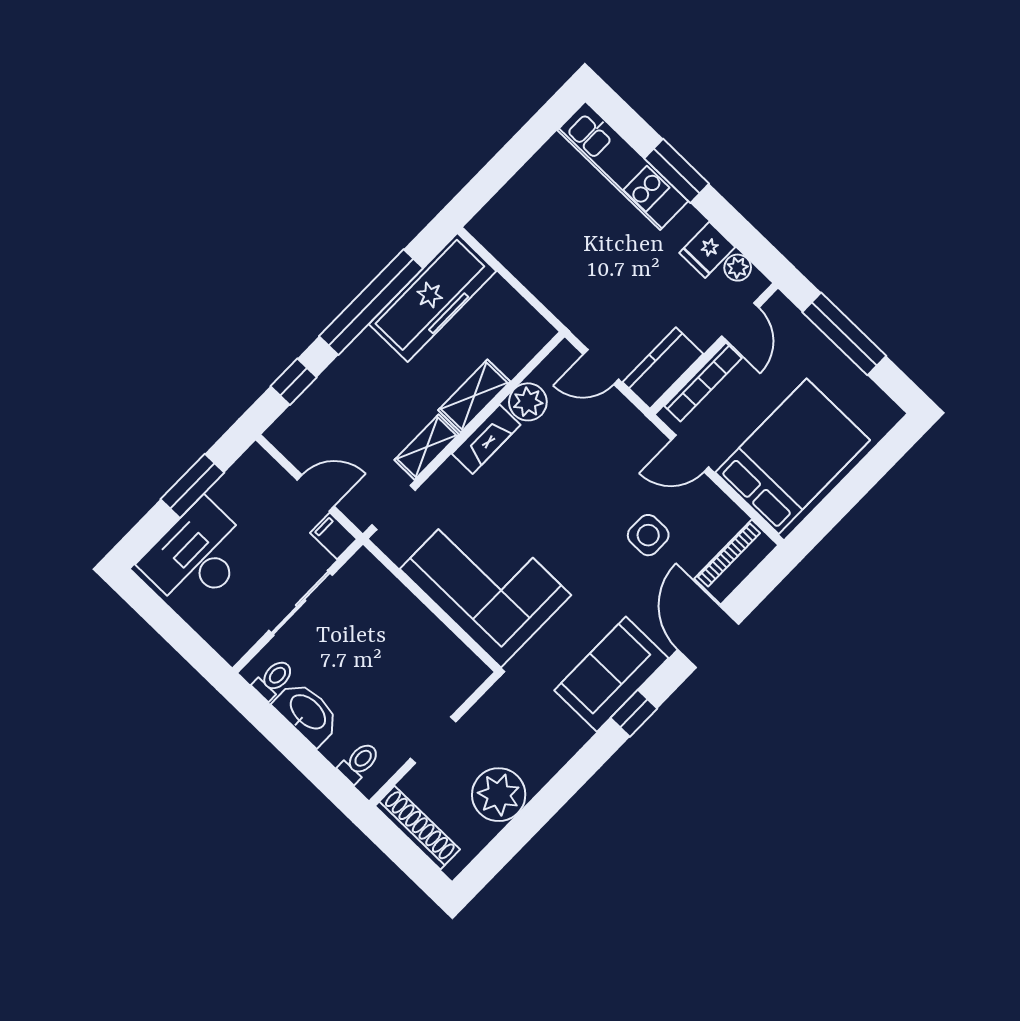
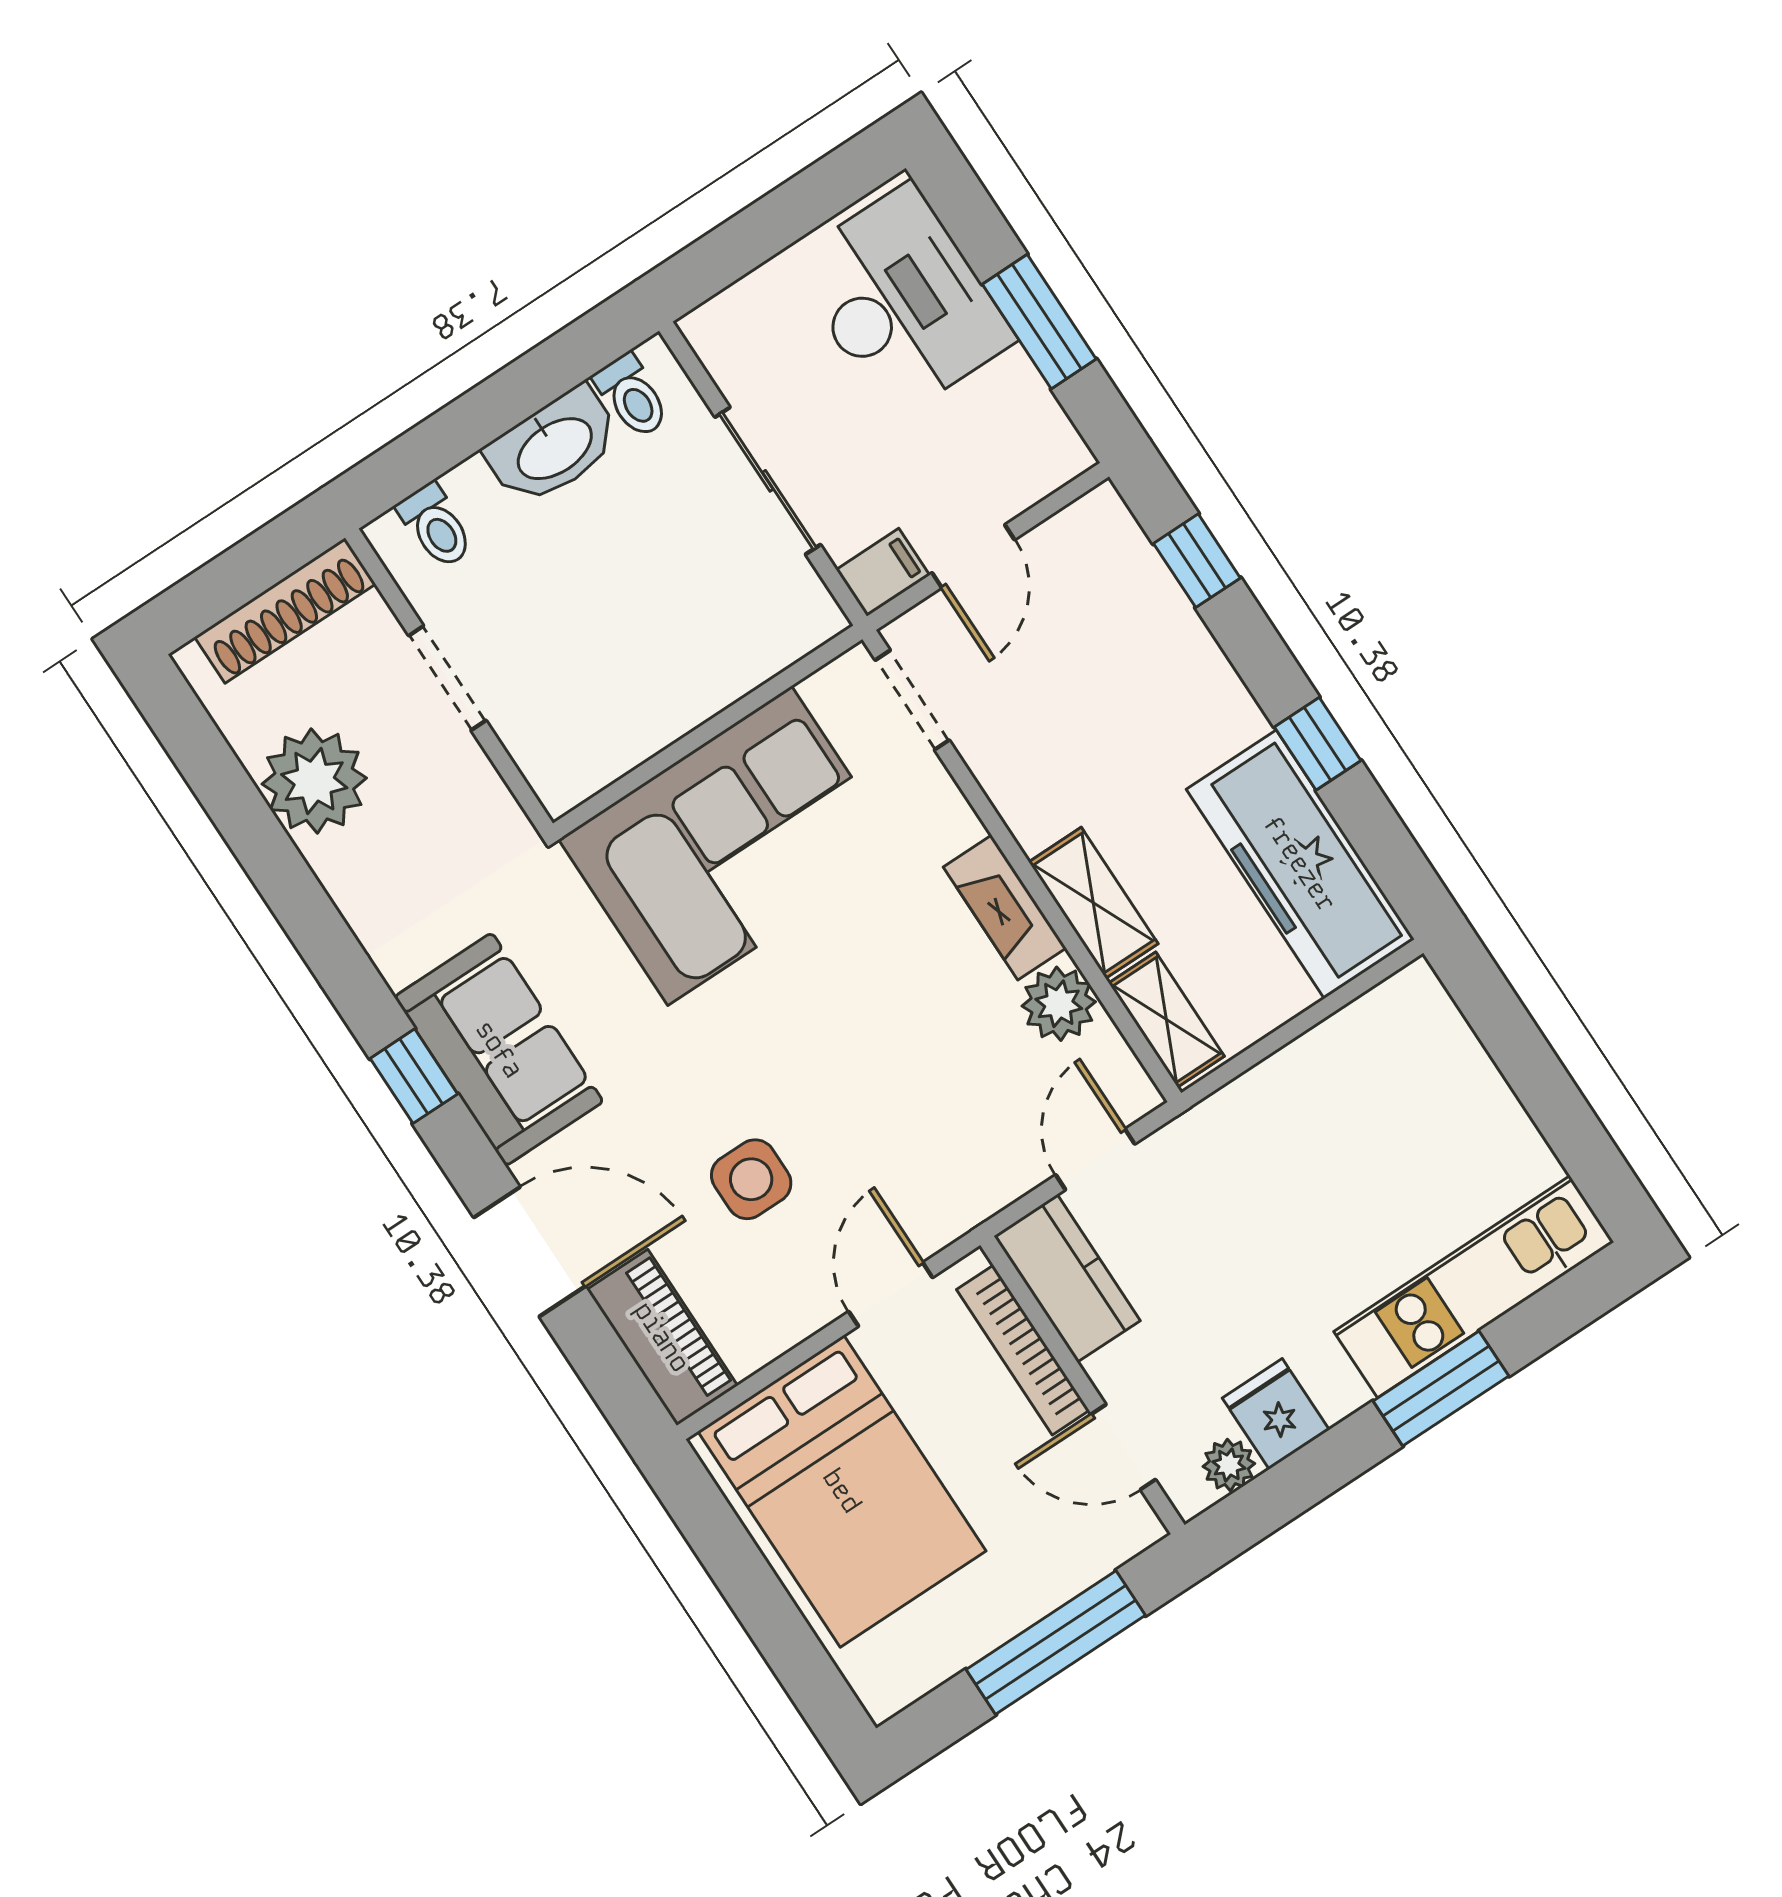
window: (371, 302) -> (1318, 744), width x0.32
shelving: (427, 447) -> (1166, 1020), moved

